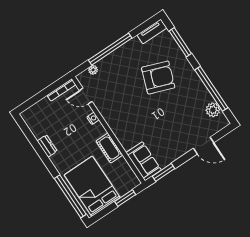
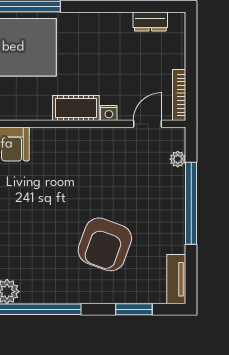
window: (180, 42) -> (134, 309), width x0.69
dresser: (47, 146) -> (150, 22), moved
cot: (109, 148) -> (76, 108), moved

